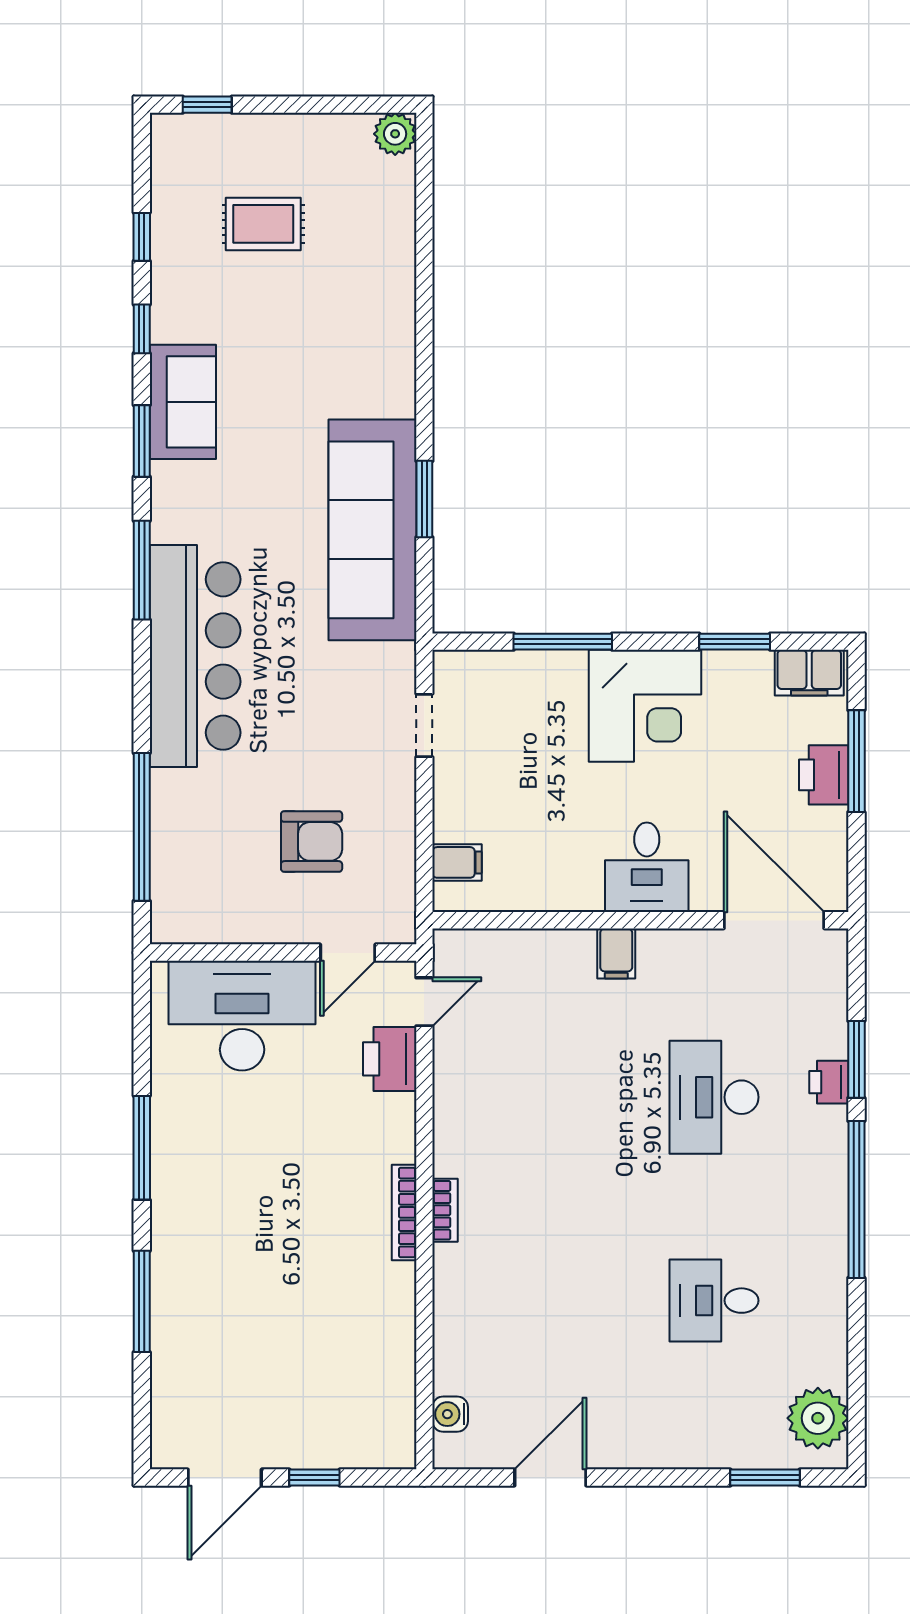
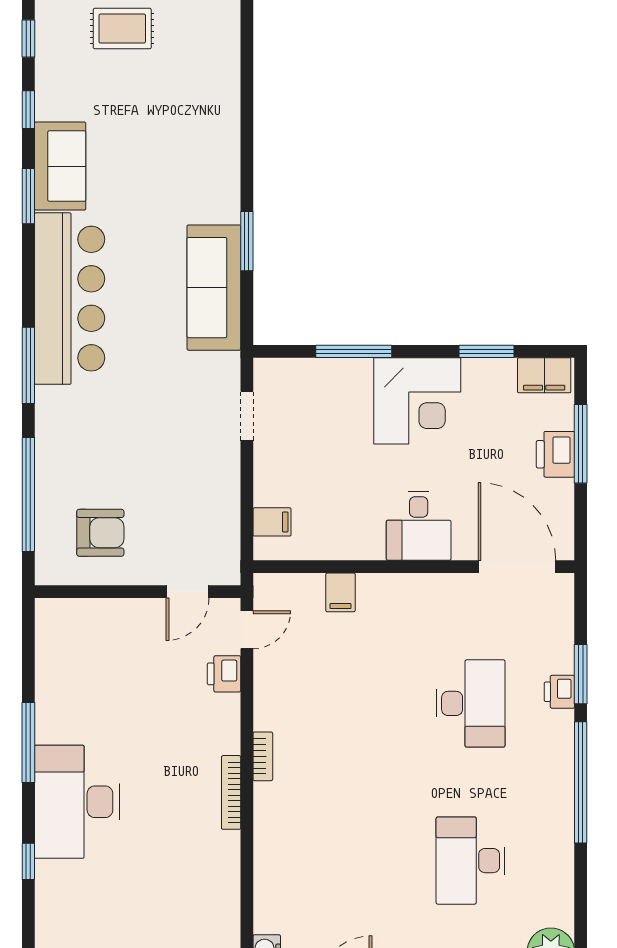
sofa: (372, 530) -> (214, 288), width x0.74, depth x0.79
window: (142, 570) -> (28, 365), moved
bar counter: (195, 656) -> (70, 299), moved
armchair: (312, 841) -> (100, 533), moved
filing cabinet: (616, 954) -> (340, 592), moved
desk: (242, 1016) -> (77, 802), moved, turned -90
printer: (390, 1059) -> (224, 674), width x0.73, depth x0.81
desk: (714, 1097) -> (471, 703), turned 180
bookcase: (445, 1210) -> (263, 756), moved
window: (142, 1301) -> (28, 861), width x0.46
desk: (714, 1301) -> (471, 861), width x1.37

